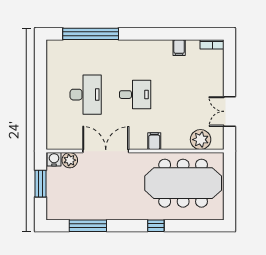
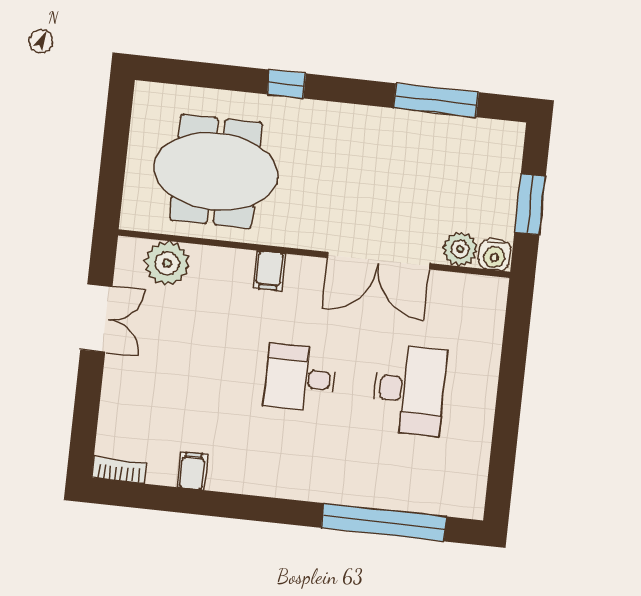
desk: (86, 95) -> (409, 390), turned 180
meeting table: (183, 183) -> (216, 171), width x0.73

